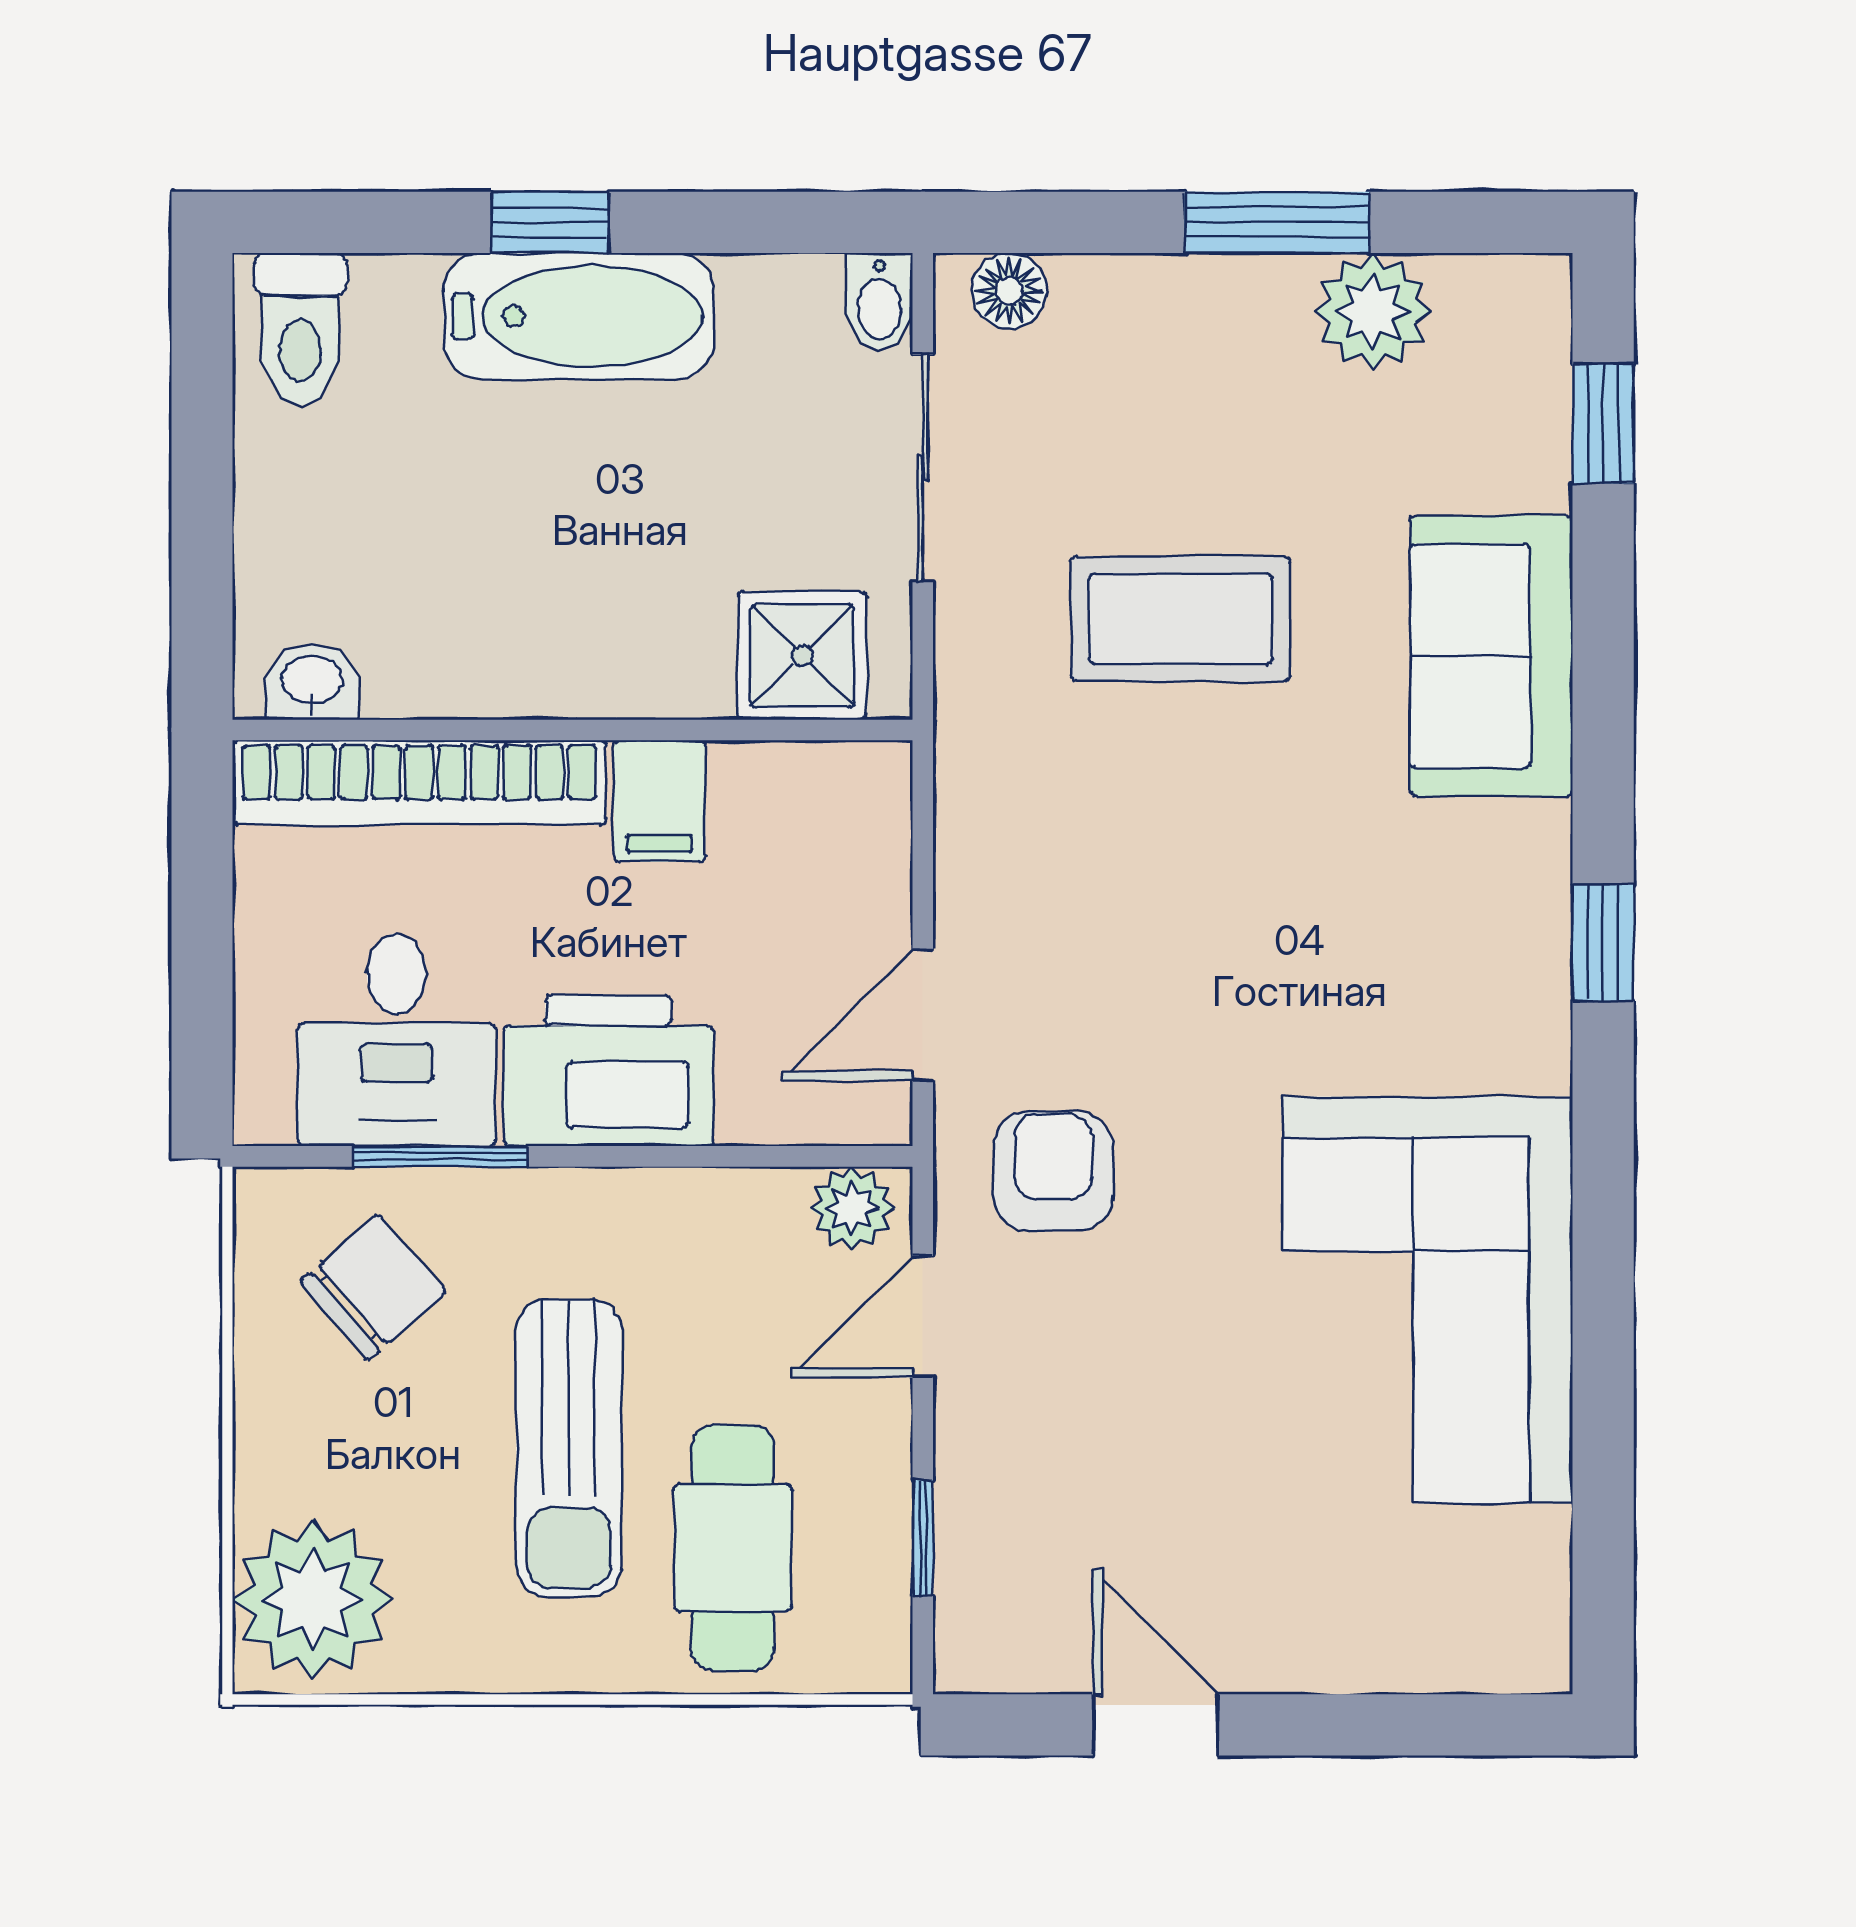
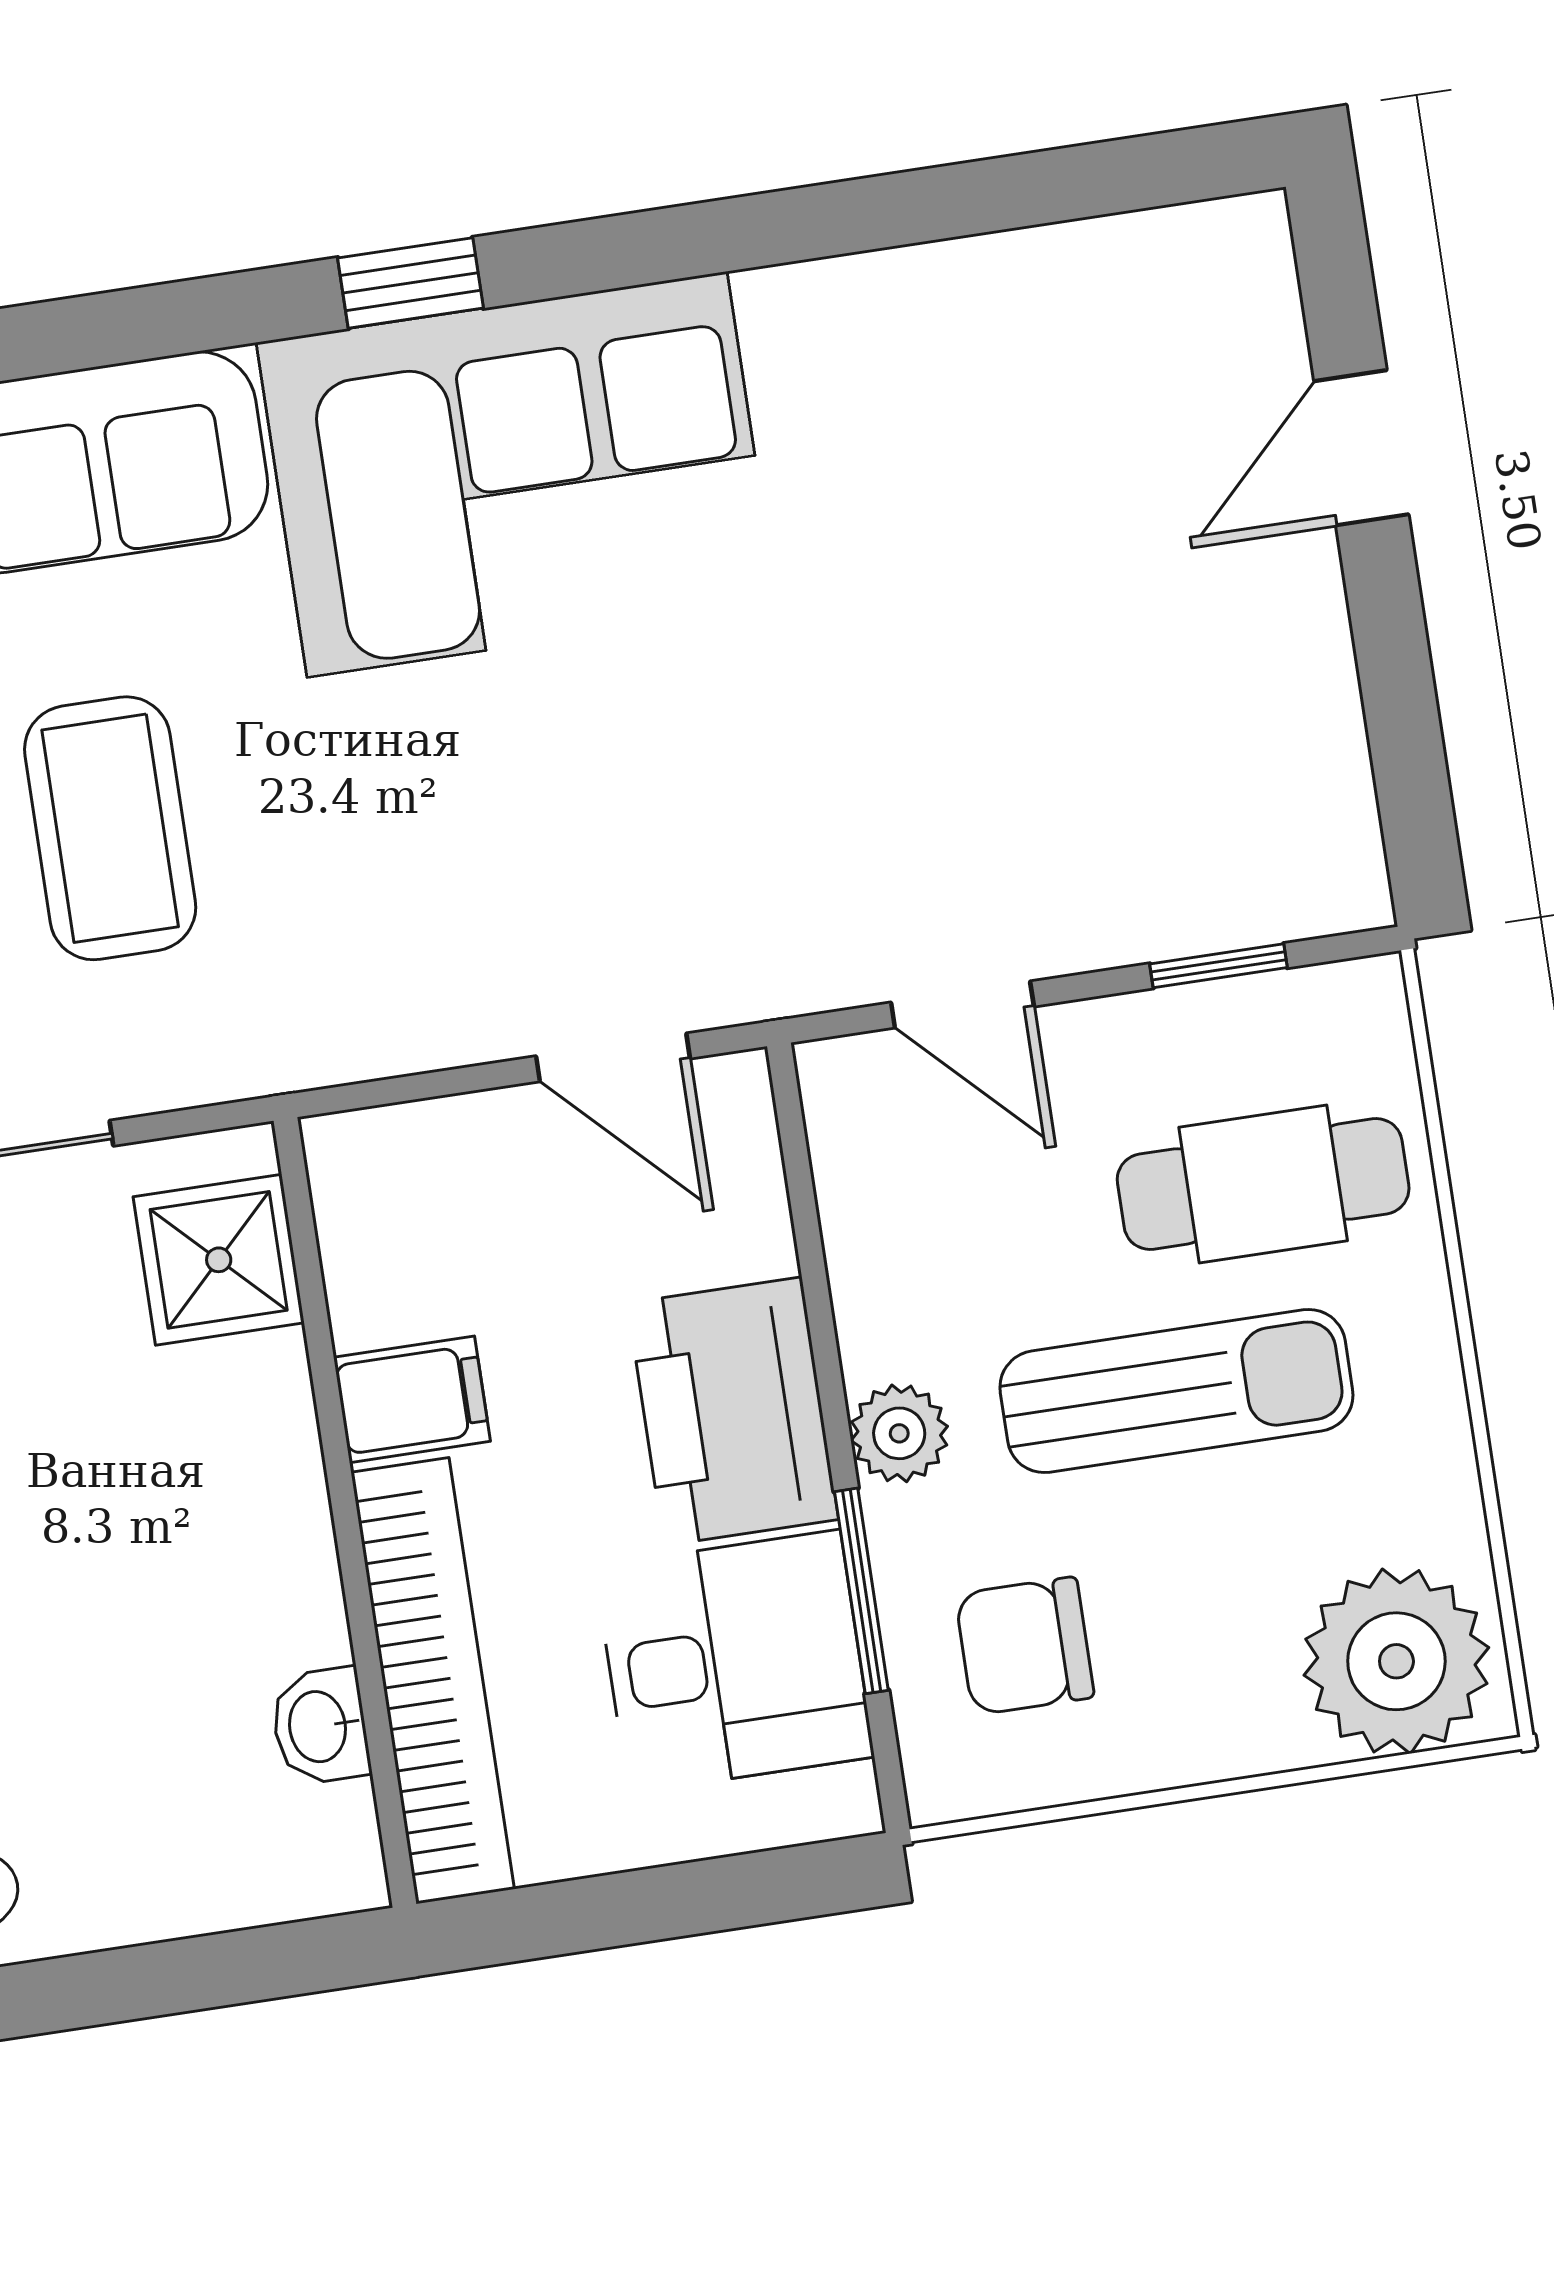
washbasin: (312, 682) -> (320, 1726), moved
armchair: (1053, 1171) -> (771, 879), removed
plant: (852, 1208) -> (899, 1433), moved
chair: (373, 1287) -> (1025, 1646), turned -49
corner sofa: (1428, 1300) -> (517, 475), moved
door: (1156, 1725) -> (1361, 448), moved

